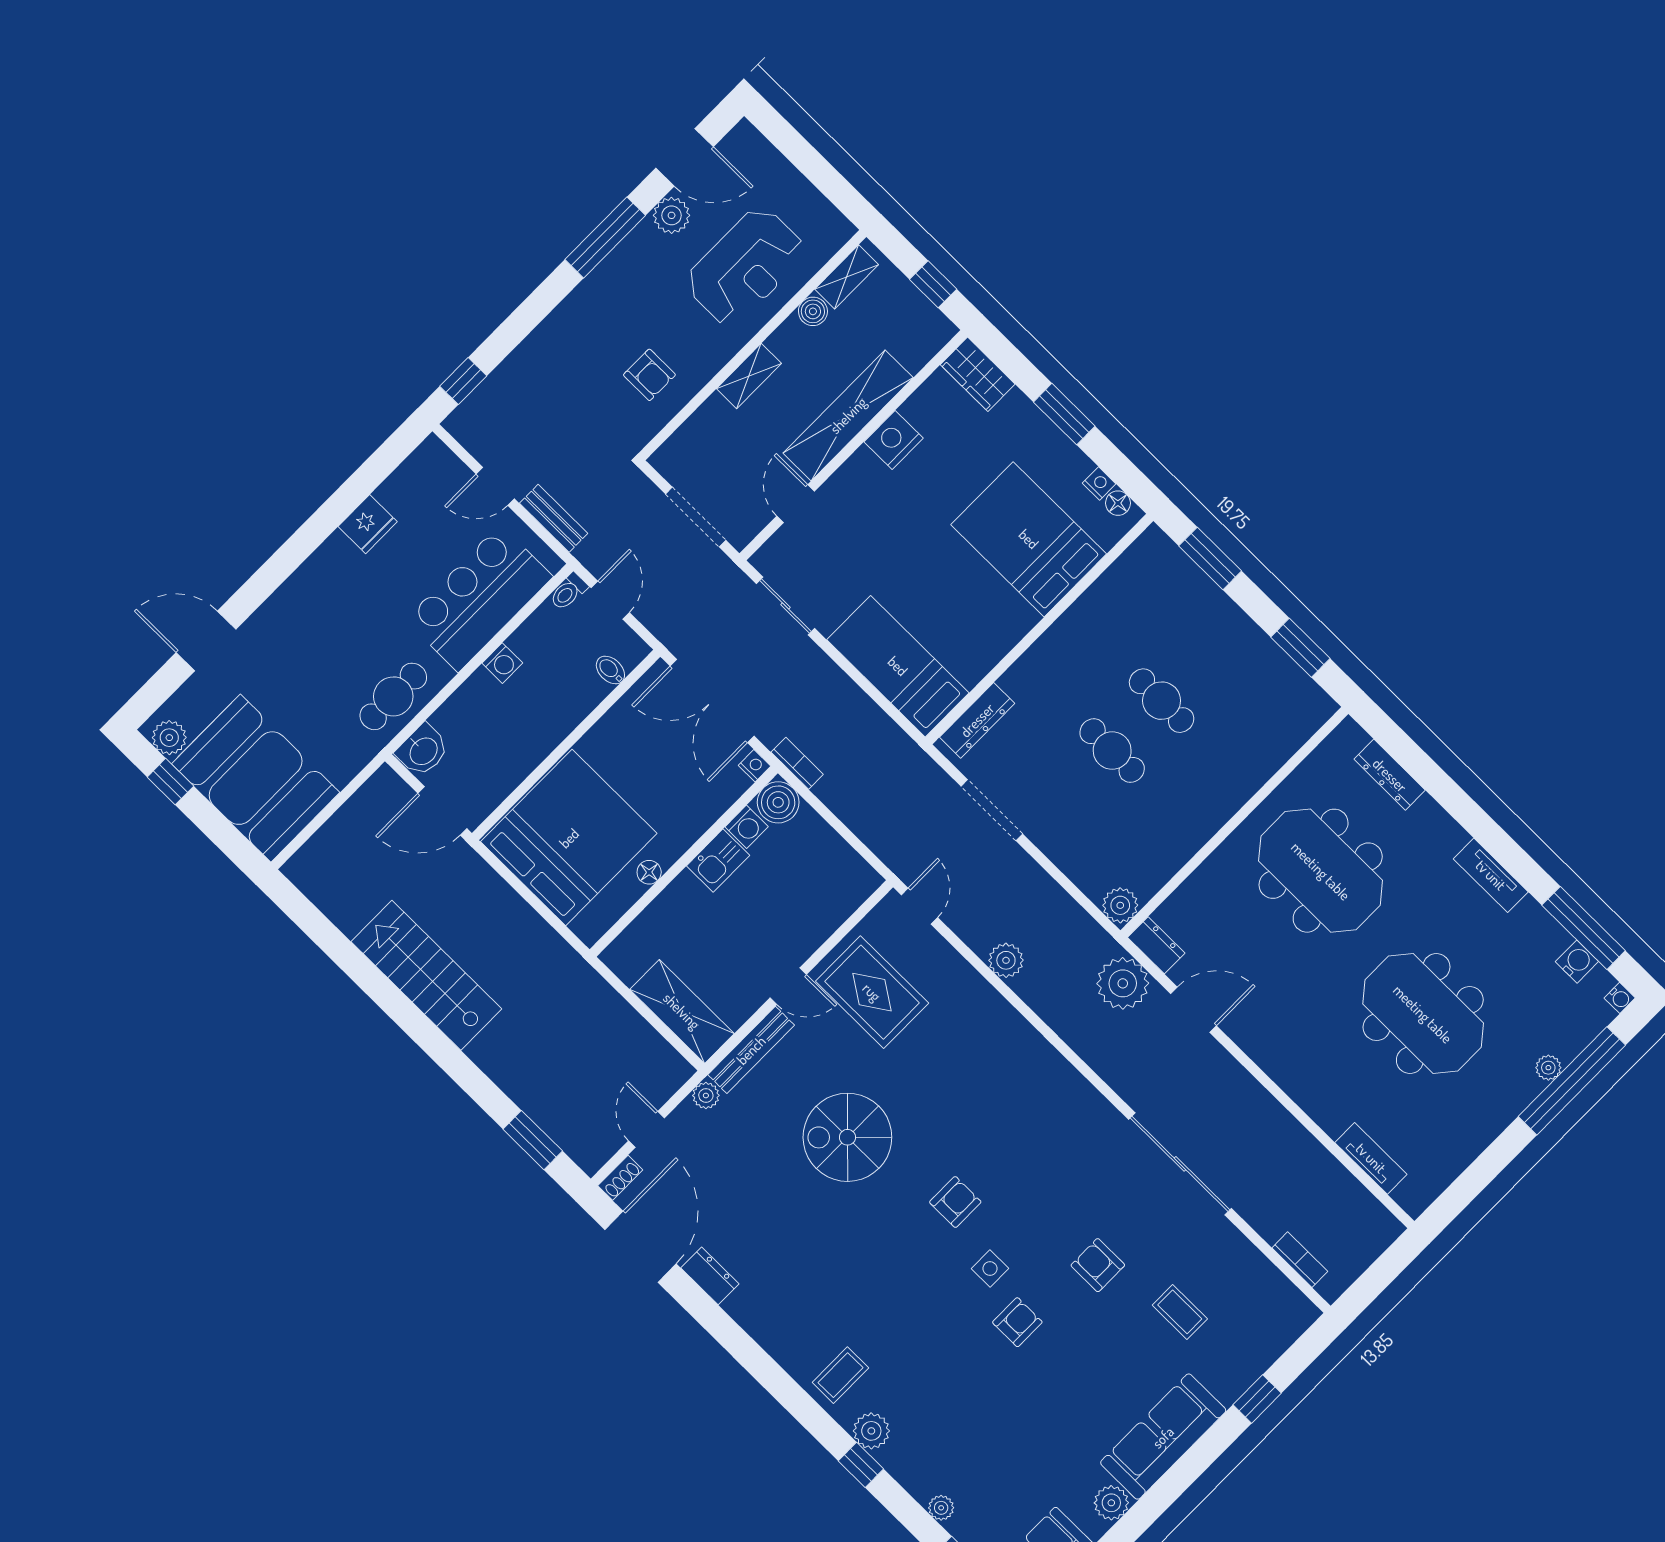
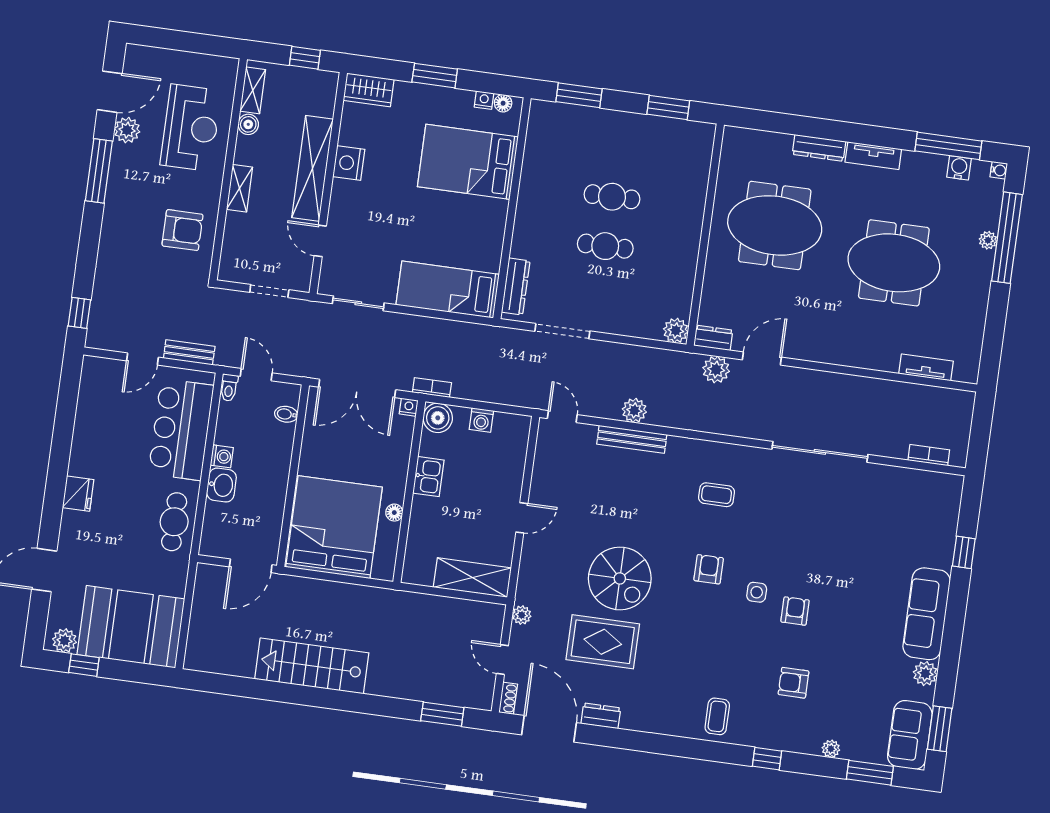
armchair: (649, 375) -> (182, 230), width x1.38, depth x1.38
doorway: (696, 517) -> (269, 291), width x0.73
fridge: (368, 524) -> (78, 494), moved
washbasin: (423, 750) -> (221, 485), moved
dresser: (1390, 775) -> (819, 148), moved
washing machine: (747, 827) -> (481, 420), moved, turned 90
plant: (1123, 983) -> (716, 370), width x0.73, depth x0.73
rug: (872, 992) -> (603, 642), moved
bench: (751, 1050) -> (632, 439), moved, turned 90
spiral stairs: (847, 1137) -> (620, 578), turned -90
armchair: (1098, 1265) -> (794, 683), moved
coffee table: (1180, 1312) -> (717, 495), moved
plant: (871, 1431) -> (759, 735), removed

